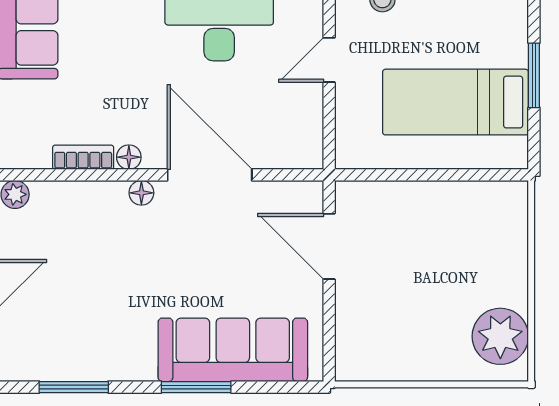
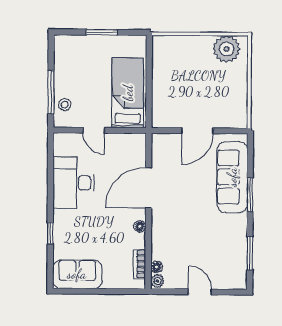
bed: (455, 102) -> (128, 93), moved, turned 180
bookcase: (83, 157) -> (140, 264), moved
floor lamp: (141, 193) -> (157, 267), moved
door: (329, 246) -> (197, 131), moved

